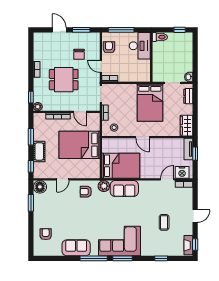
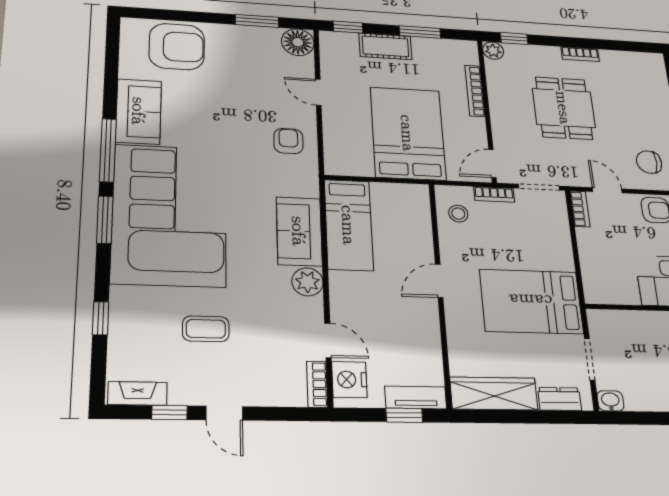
chair: (79, 54) -> (649, 162), moved
door: (101, 66) -> (607, 190), hinge flipped
door: (80, 112) -> (492, 163), moved
wardrobe: (186, 126) -> (494, 393), width x1.50
bed: (121, 166) -> (349, 225), width x0.67
plant: (104, 186) -> (308, 282), moved
armchair: (46, 234) -> (177, 47), width x1.88, depth x1.88
corner sofa: (119, 241) -> (169, 215), width x1.36, depth x1.36
window: (195, 244) -> (169, 413), moved

